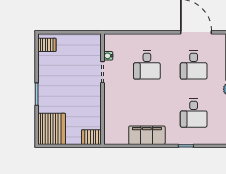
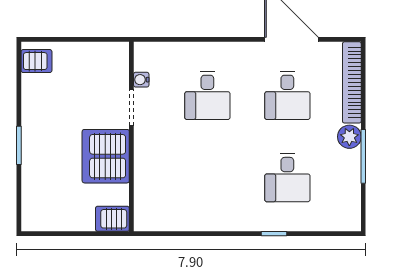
server rack: (52, 129) -> (106, 156), moved, turned 180
filing cabinet: (147, 135) -> (207, 215), removed

